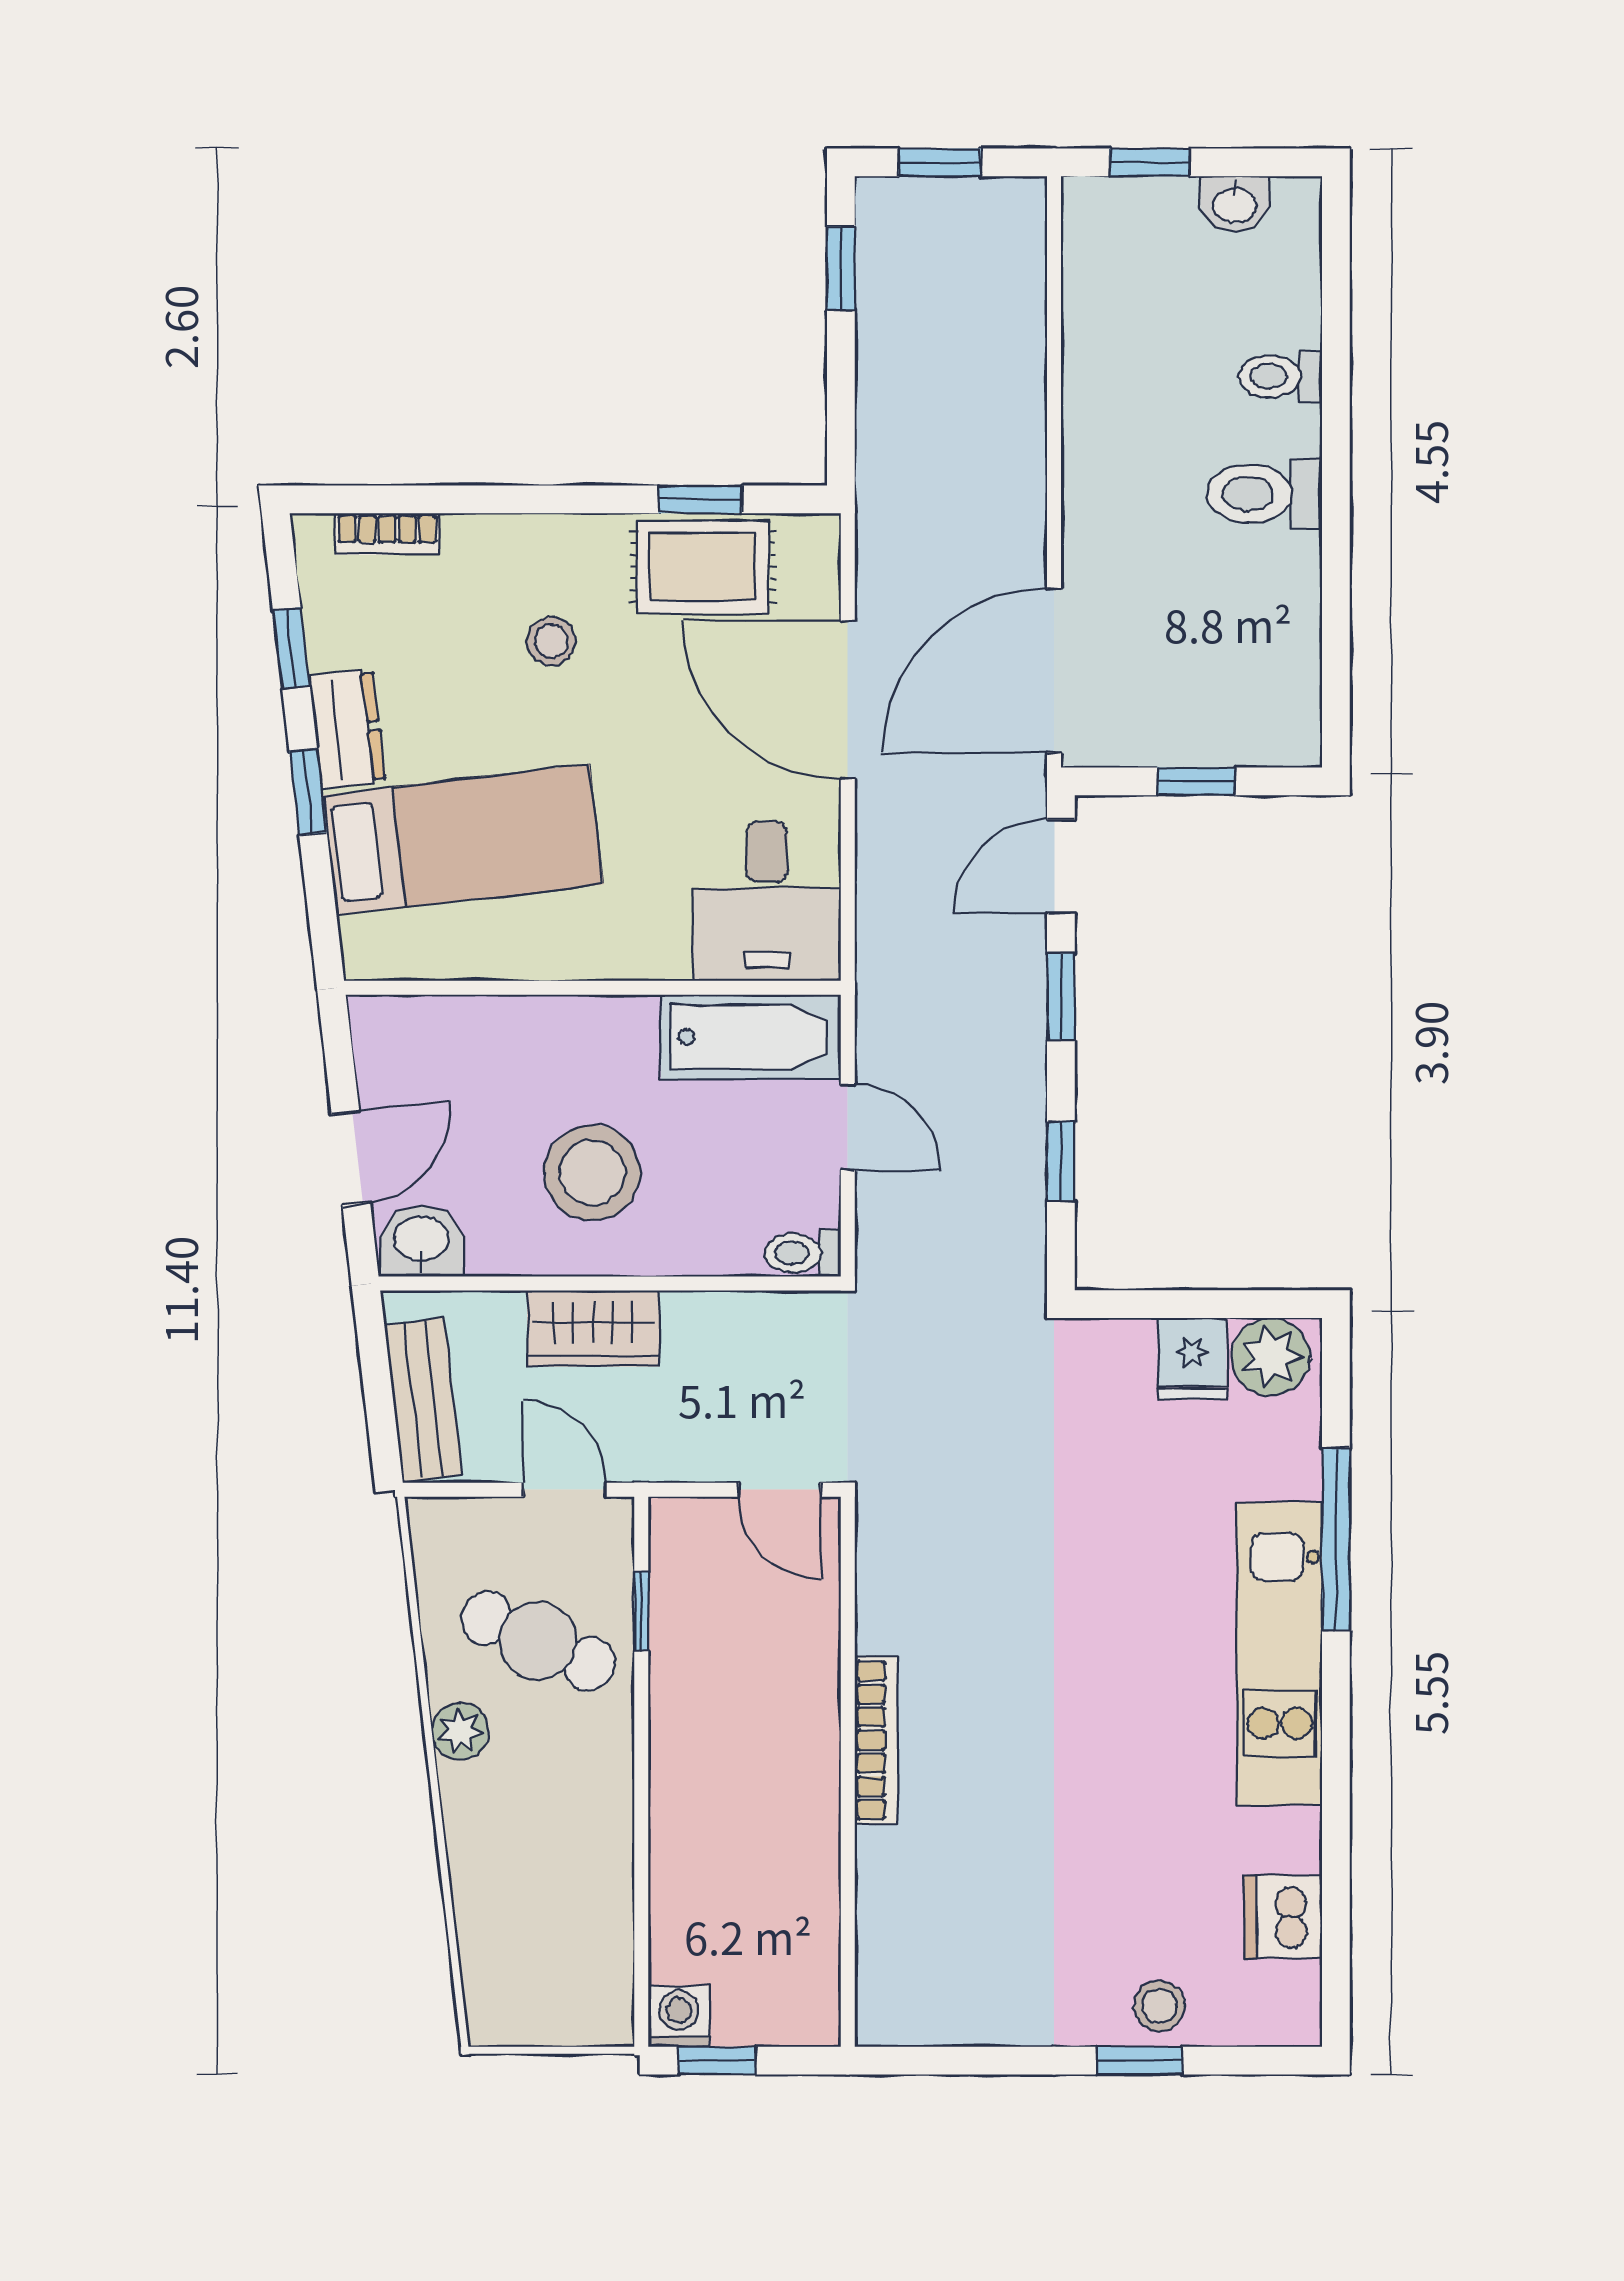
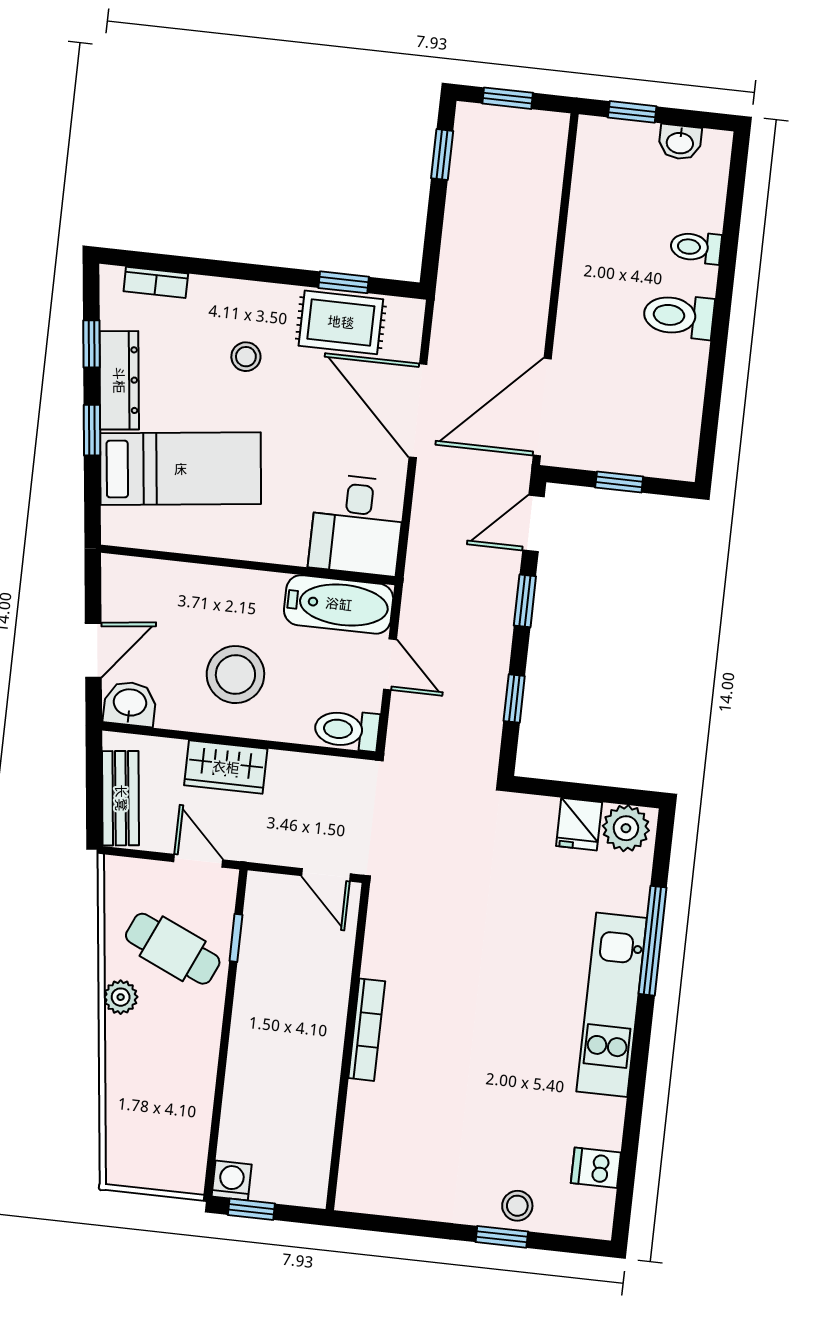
dresser: (347, 729) -> (119, 380), width x1.44
toilet: (803, 1253) -> (347, 730), width x1.37, depth x1.39
dishwasher: (1283, 1917) -> (596, 1168), width x0.73

